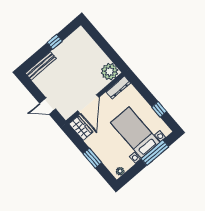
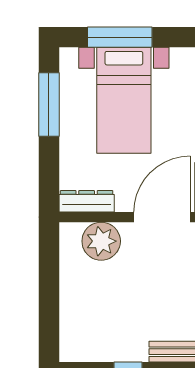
plant: (110, 72) -> (101, 241), moved
window: (159, 109) -> (49, 105), width x2.17

